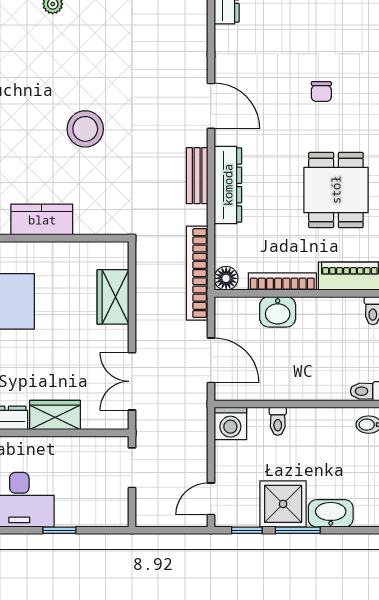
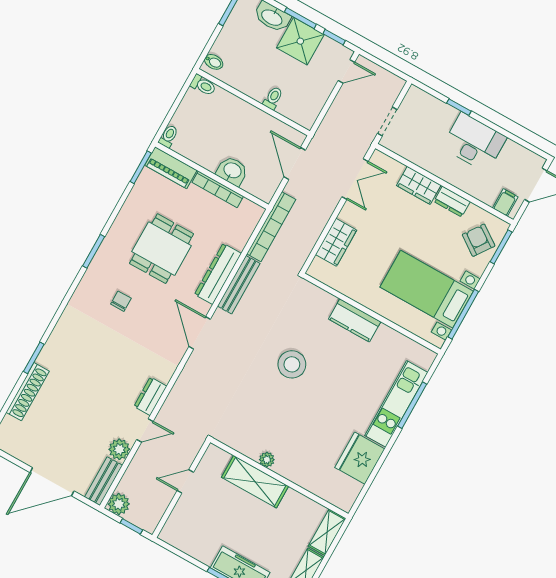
bench: (197, 176) -> (239, 285), width x1.36
dining table: (336, 190) -> (162, 249), moved
floor lamp: (226, 278) -> (254, 212), removed
washing machine: (230, 423) -> (305, 114), removed

